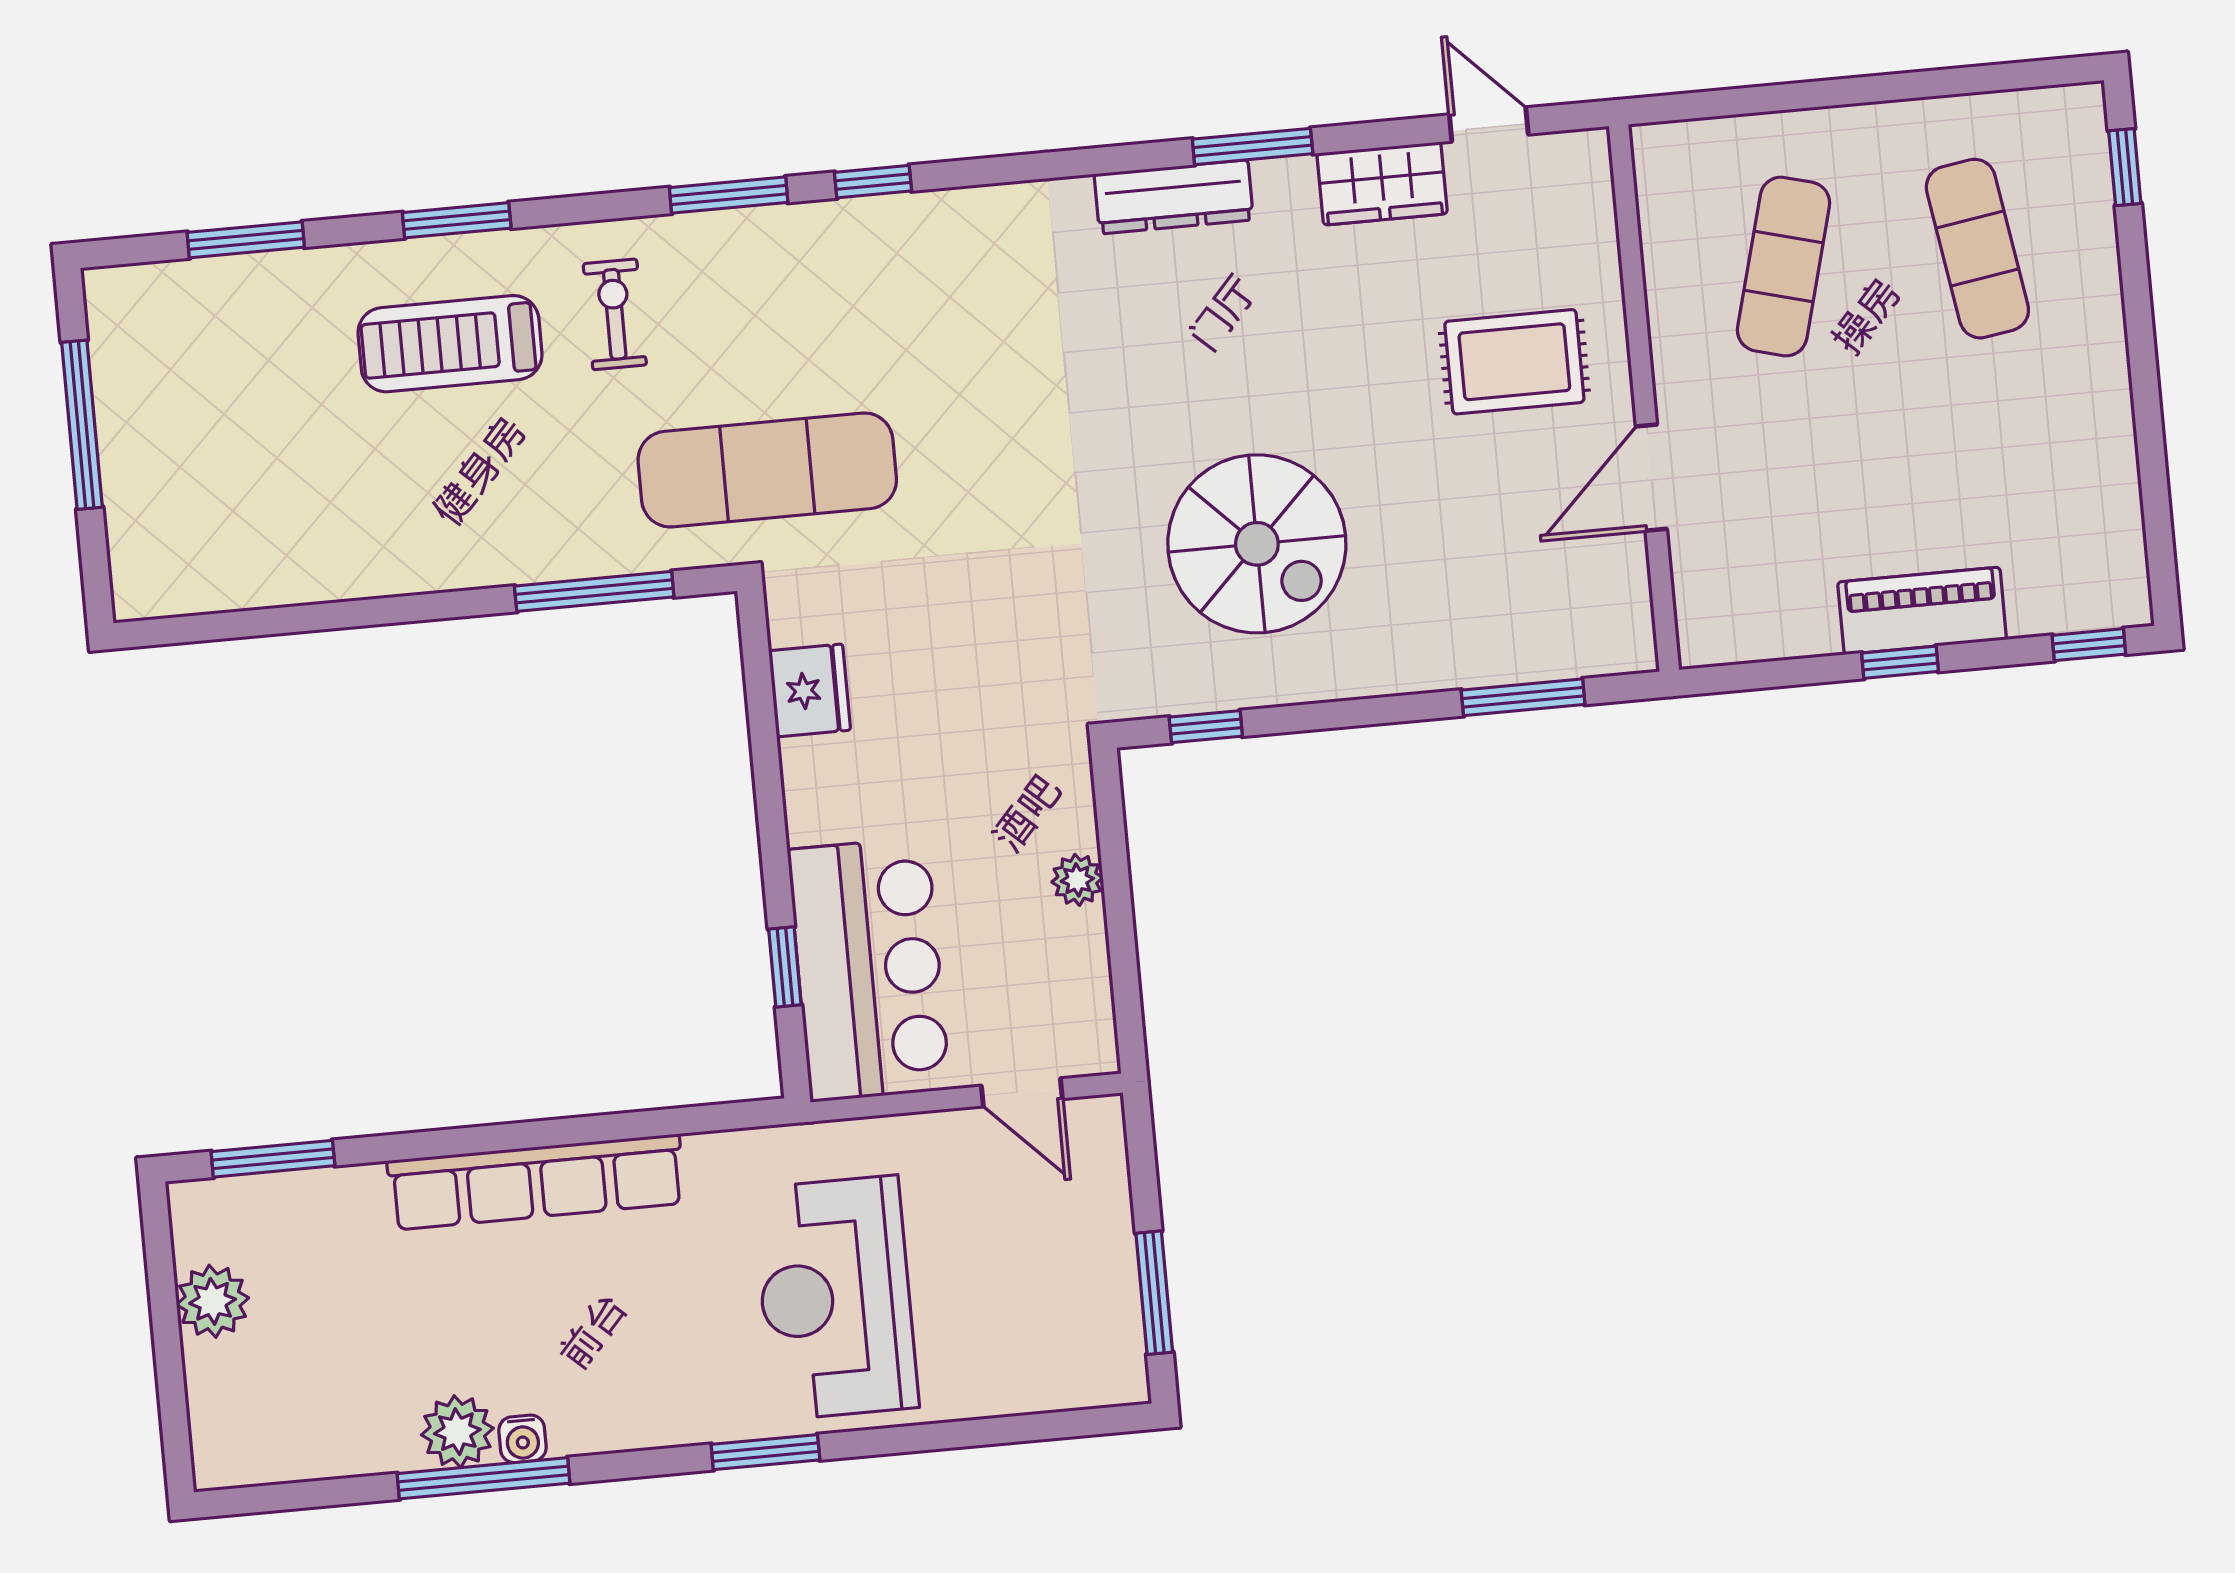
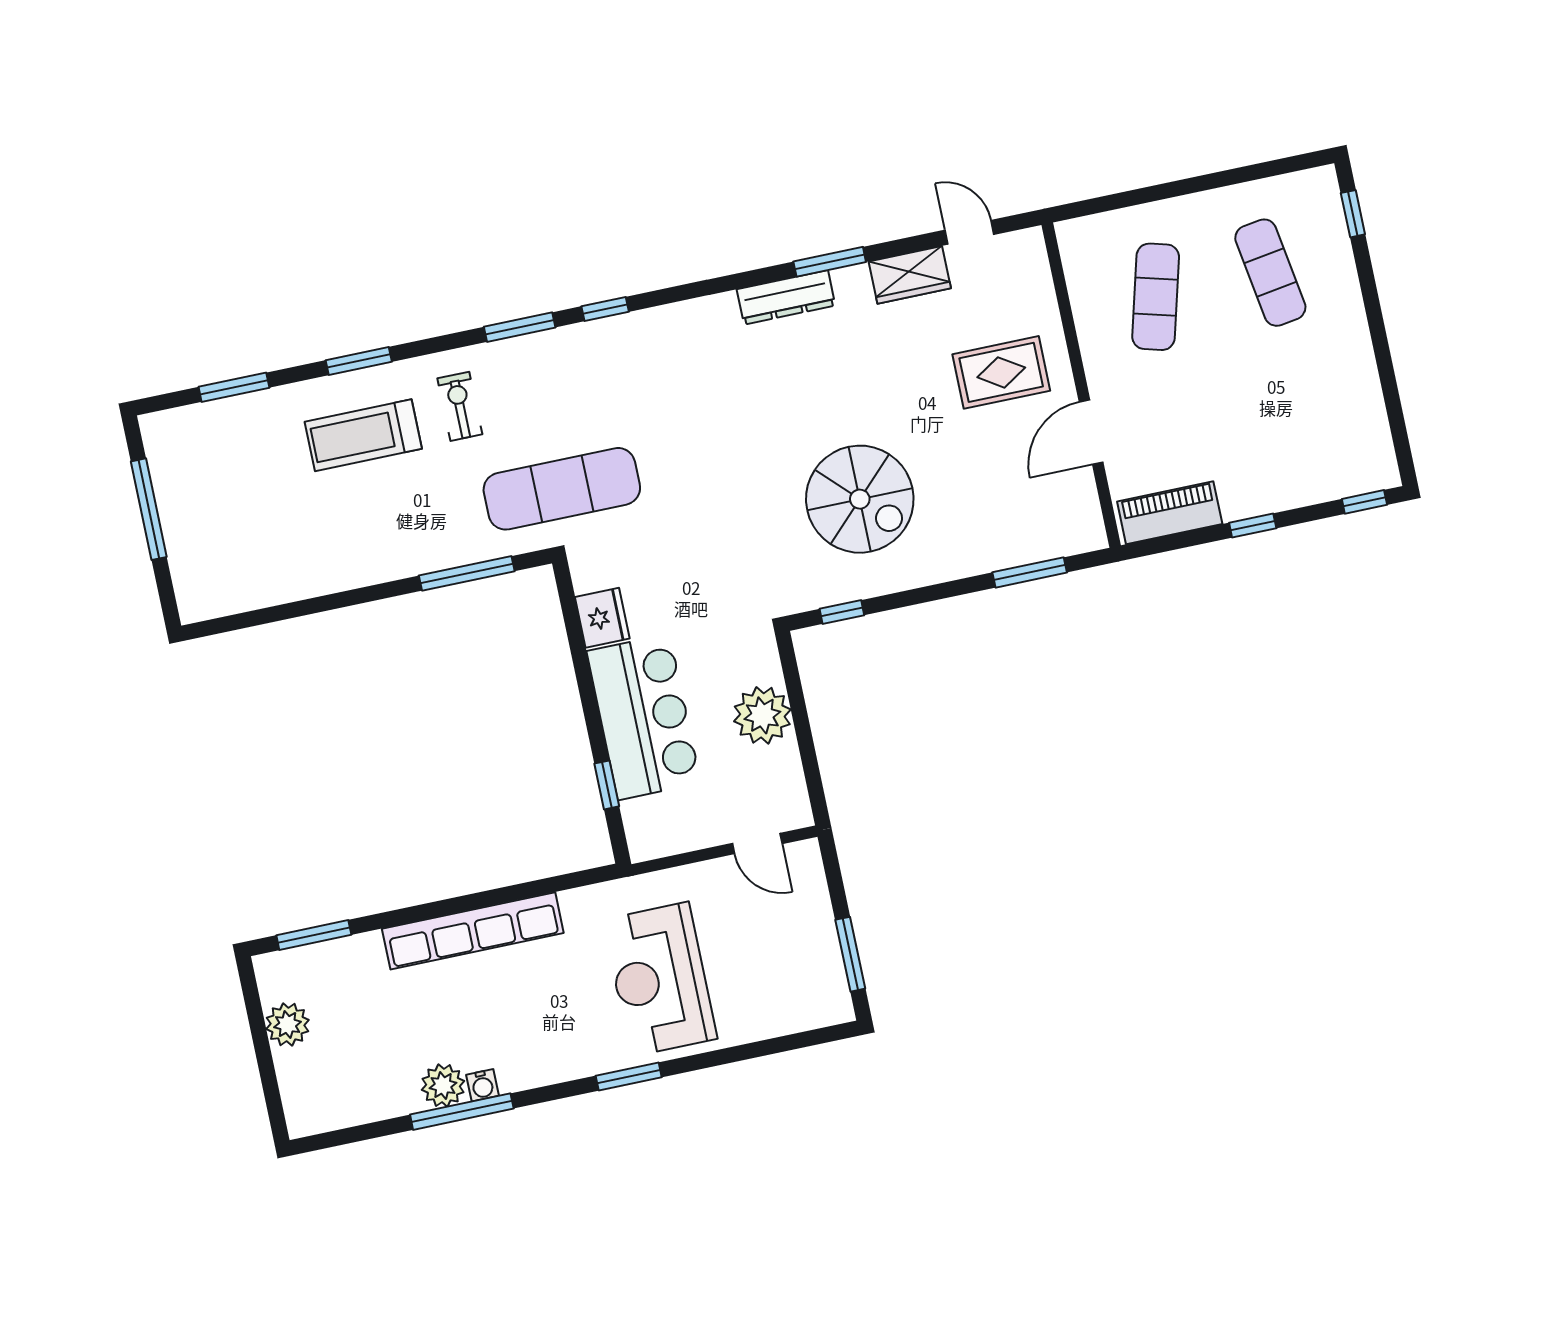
piano: (1922, 611) -> (1170, 513), moved
plant: (1077, 880) -> (762, 715), width x1.87, depth x1.87
bar counter: (869, 970) -> (644, 717), moved

